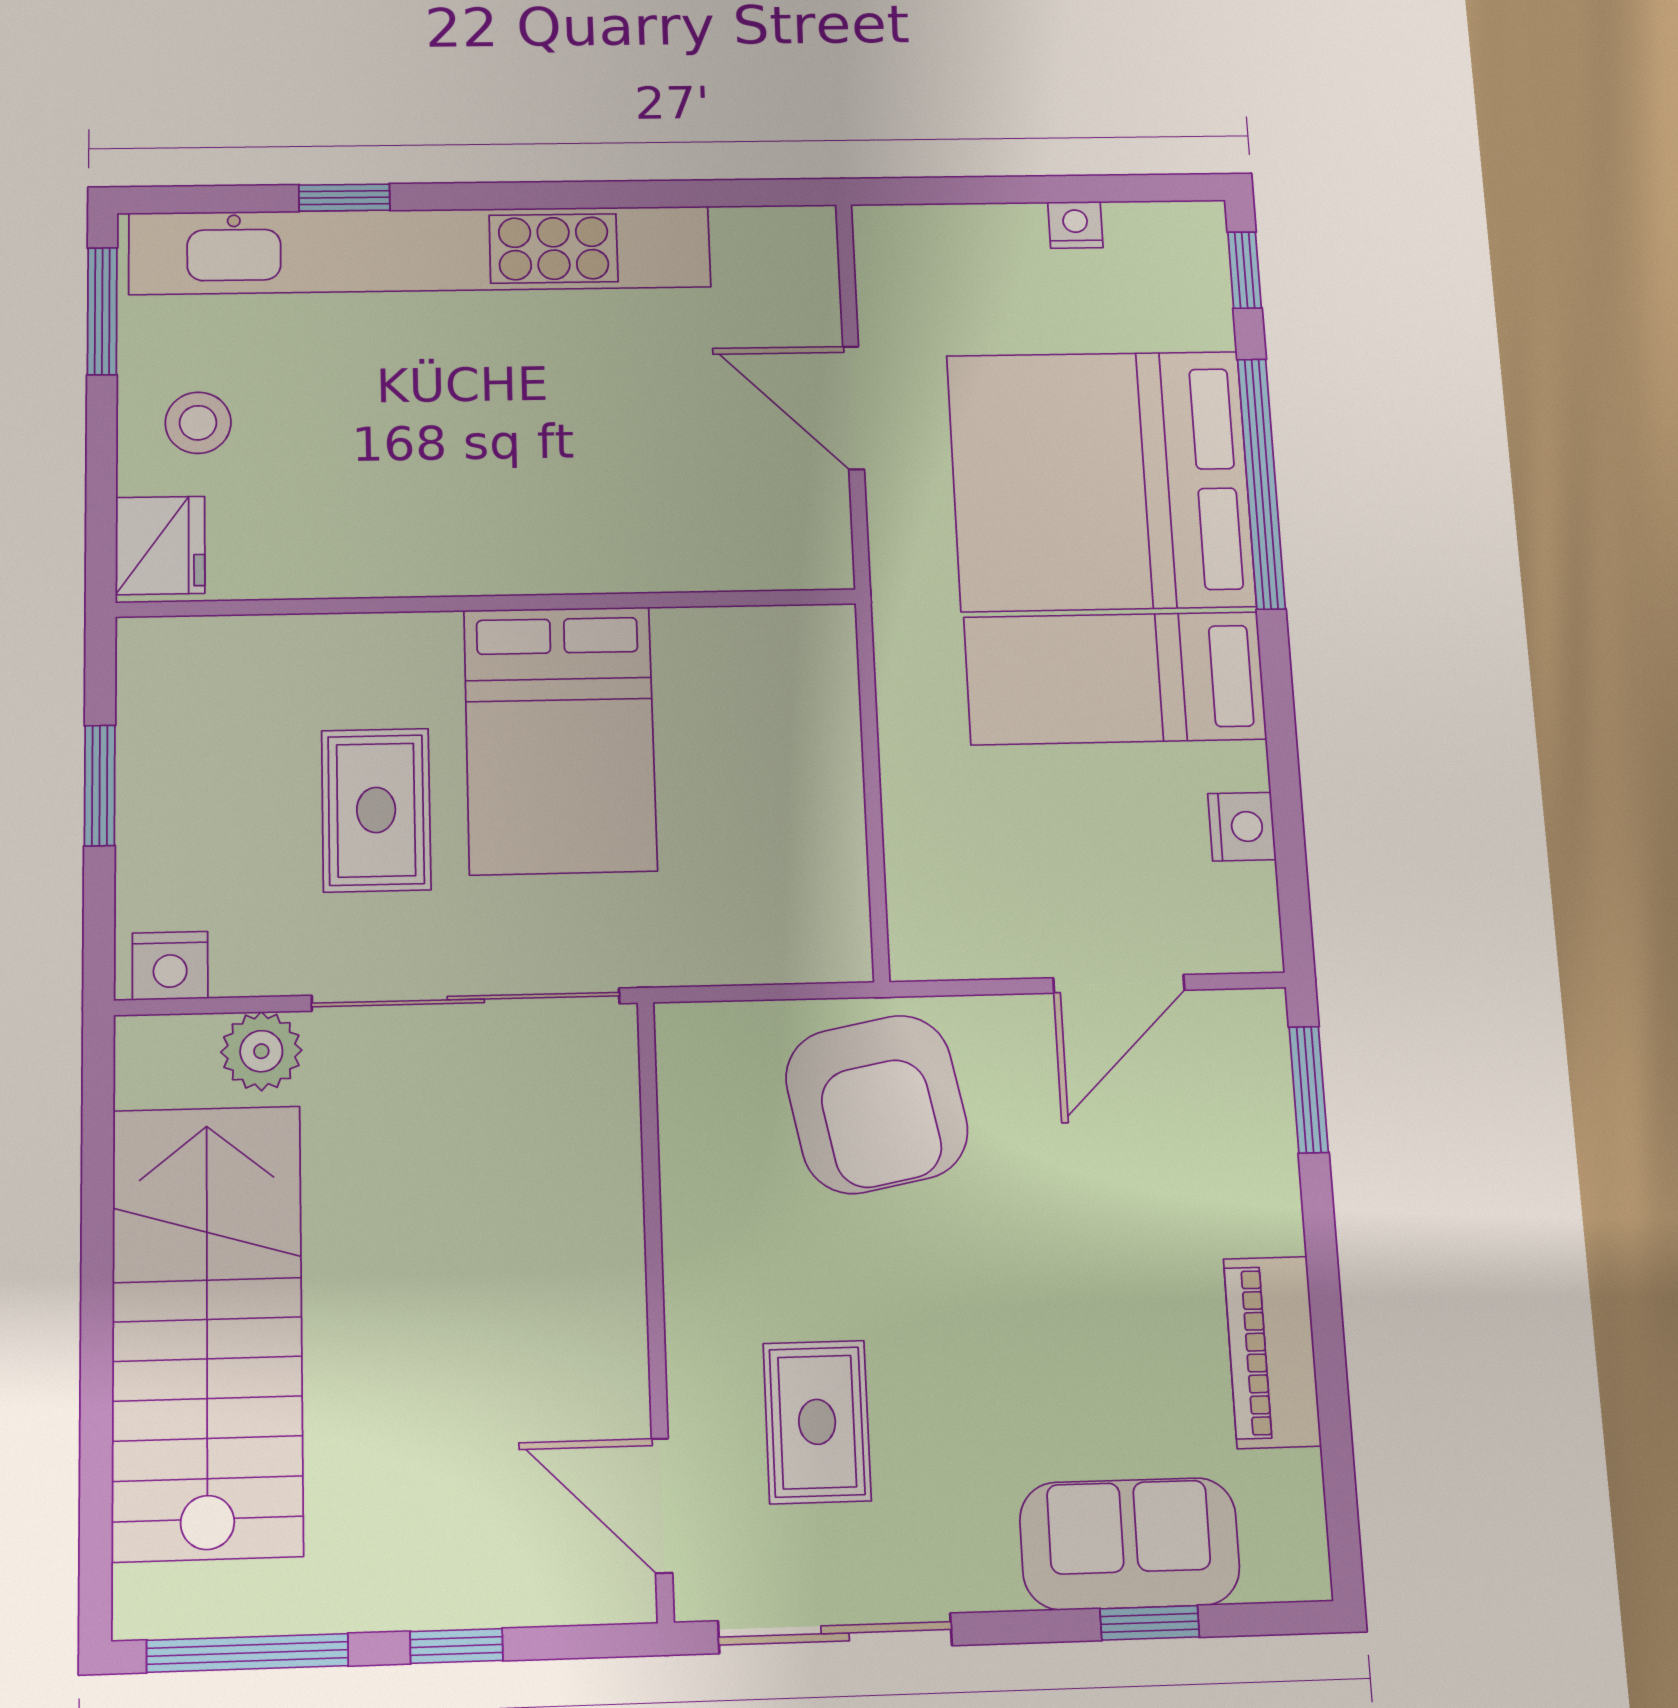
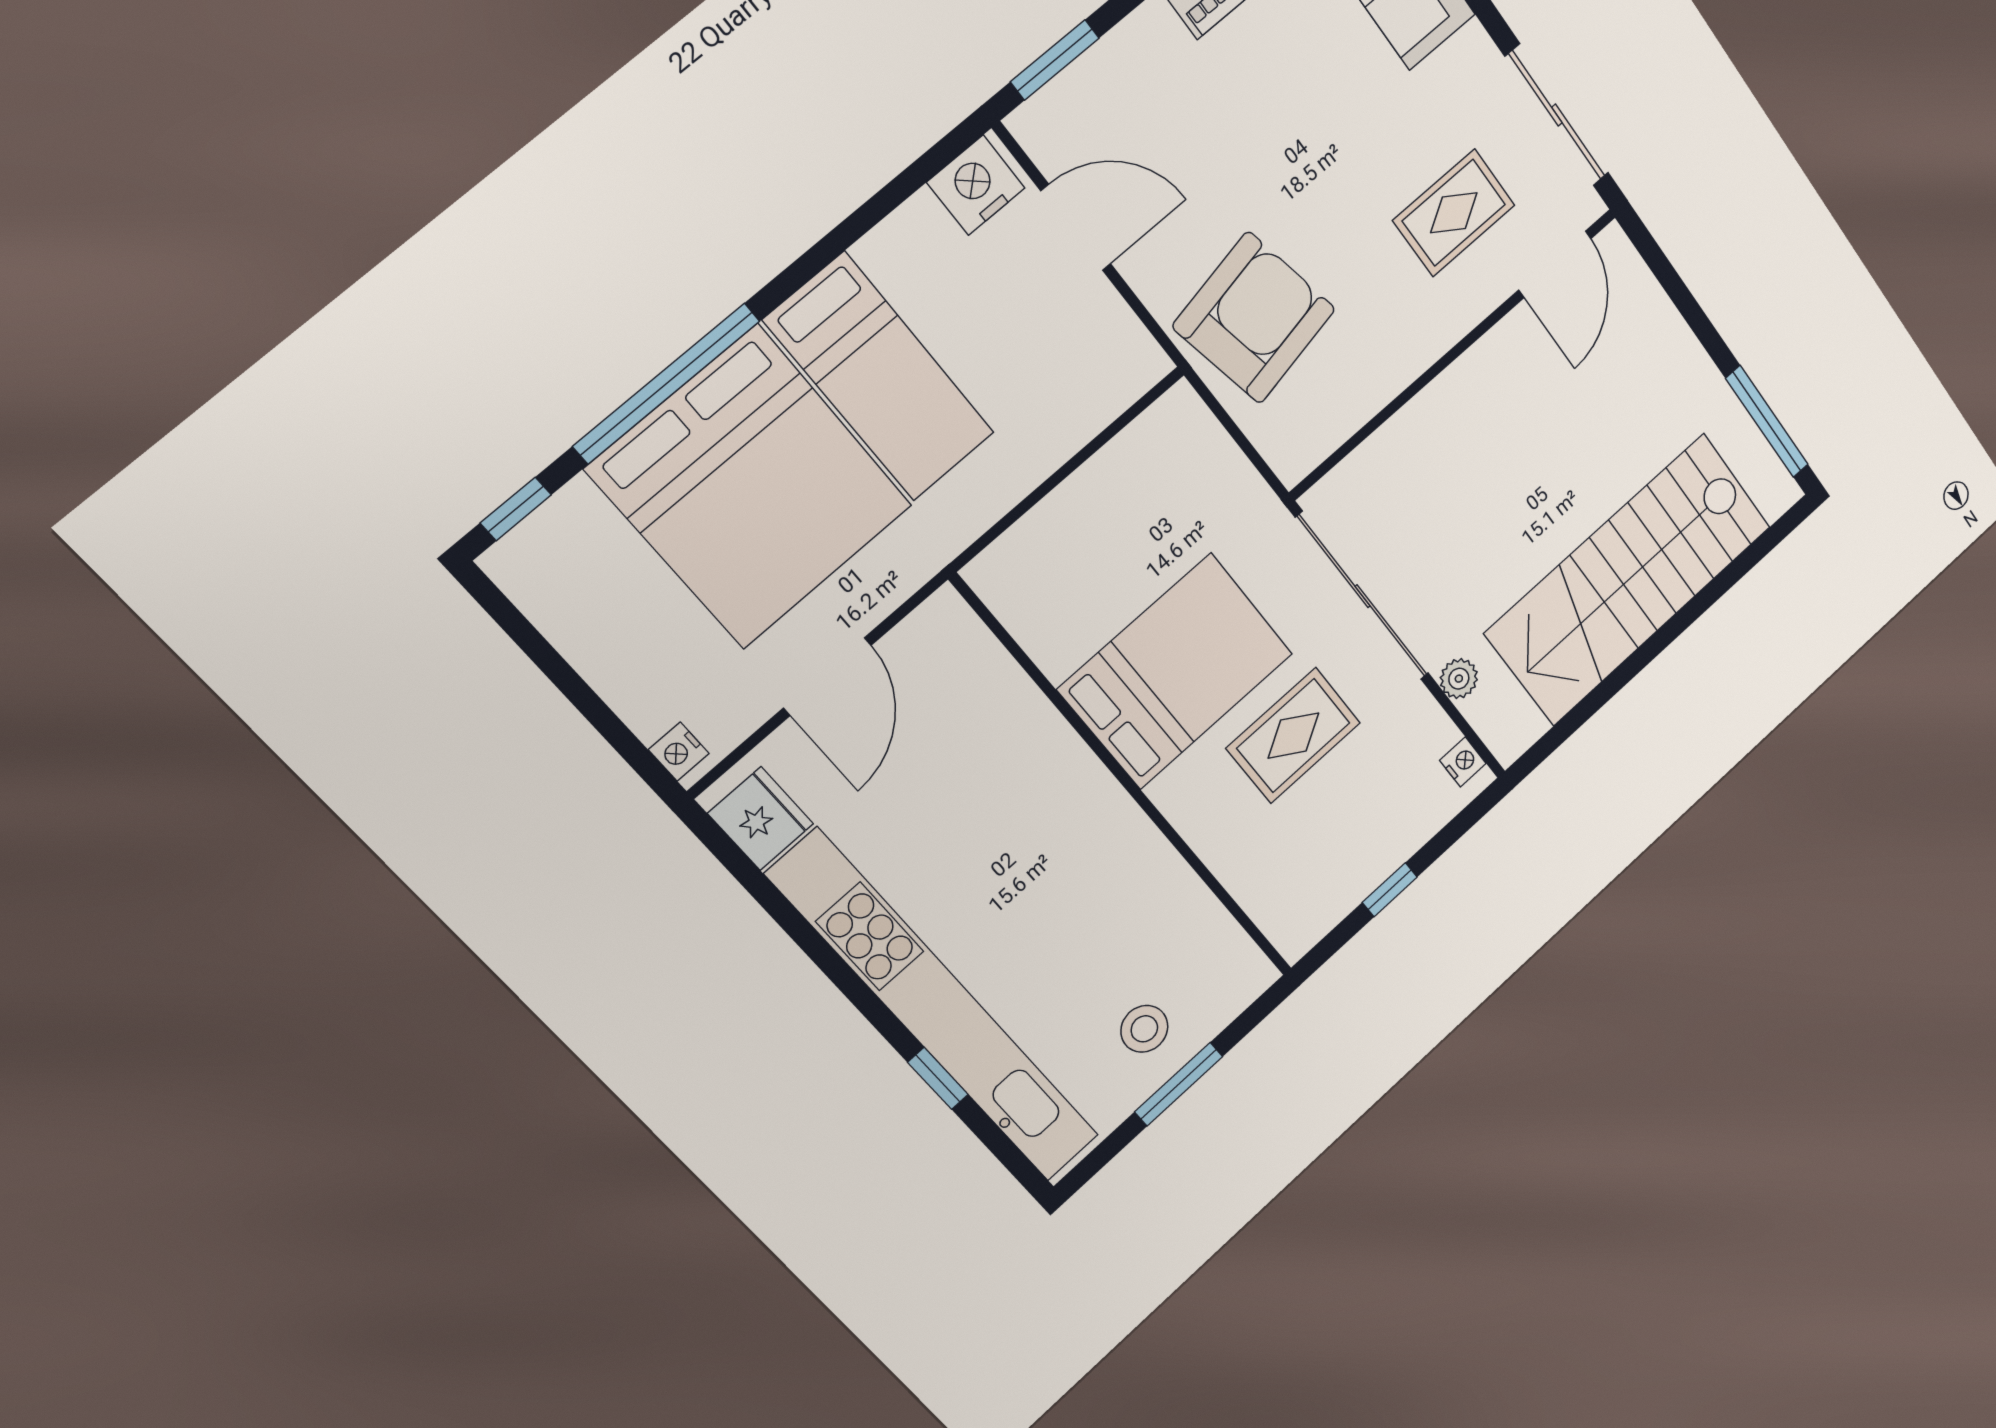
nightstand: (1075, 225) -> (679, 752), moved
window: (102, 311) -> (1179, 1084), moved
fridge: (160, 545) -> (761, 819), moved, turned 90
window: (100, 785) -> (1390, 890), width x0.67
nightstand: (1242, 827) -> (976, 185), moved, width x1.36, depth x1.33
nightstand: (170, 966) -> (1463, 762), width x0.72, depth x0.74
plant: (261, 1051) -> (1459, 679), width x0.73, depth x0.73
window: (456, 1646) -> (1695, 317), removed

